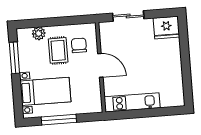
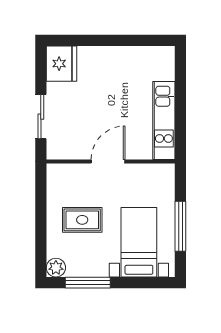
plant: (39, 33) -> (56, 268), moved
chair: (79, 45) -> (77, 190), removed

